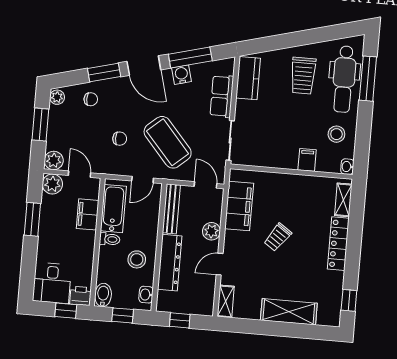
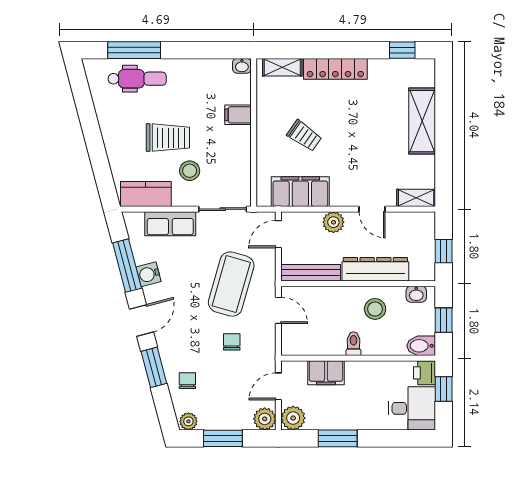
door: (144, 66) -> (142, 320), width x0.73
trolley: (303, 76) -> (168, 138), moved
dental chair: (344, 79) -> (137, 79), width x0.73, depth x0.72
stool: (336, 134) -> (190, 171), moved
coffee table: (168, 142) -> (231, 284), turned -33
bathtub: (113, 209) -> (316, 342), removed
trolley: (278, 237) -> (304, 136), moved

